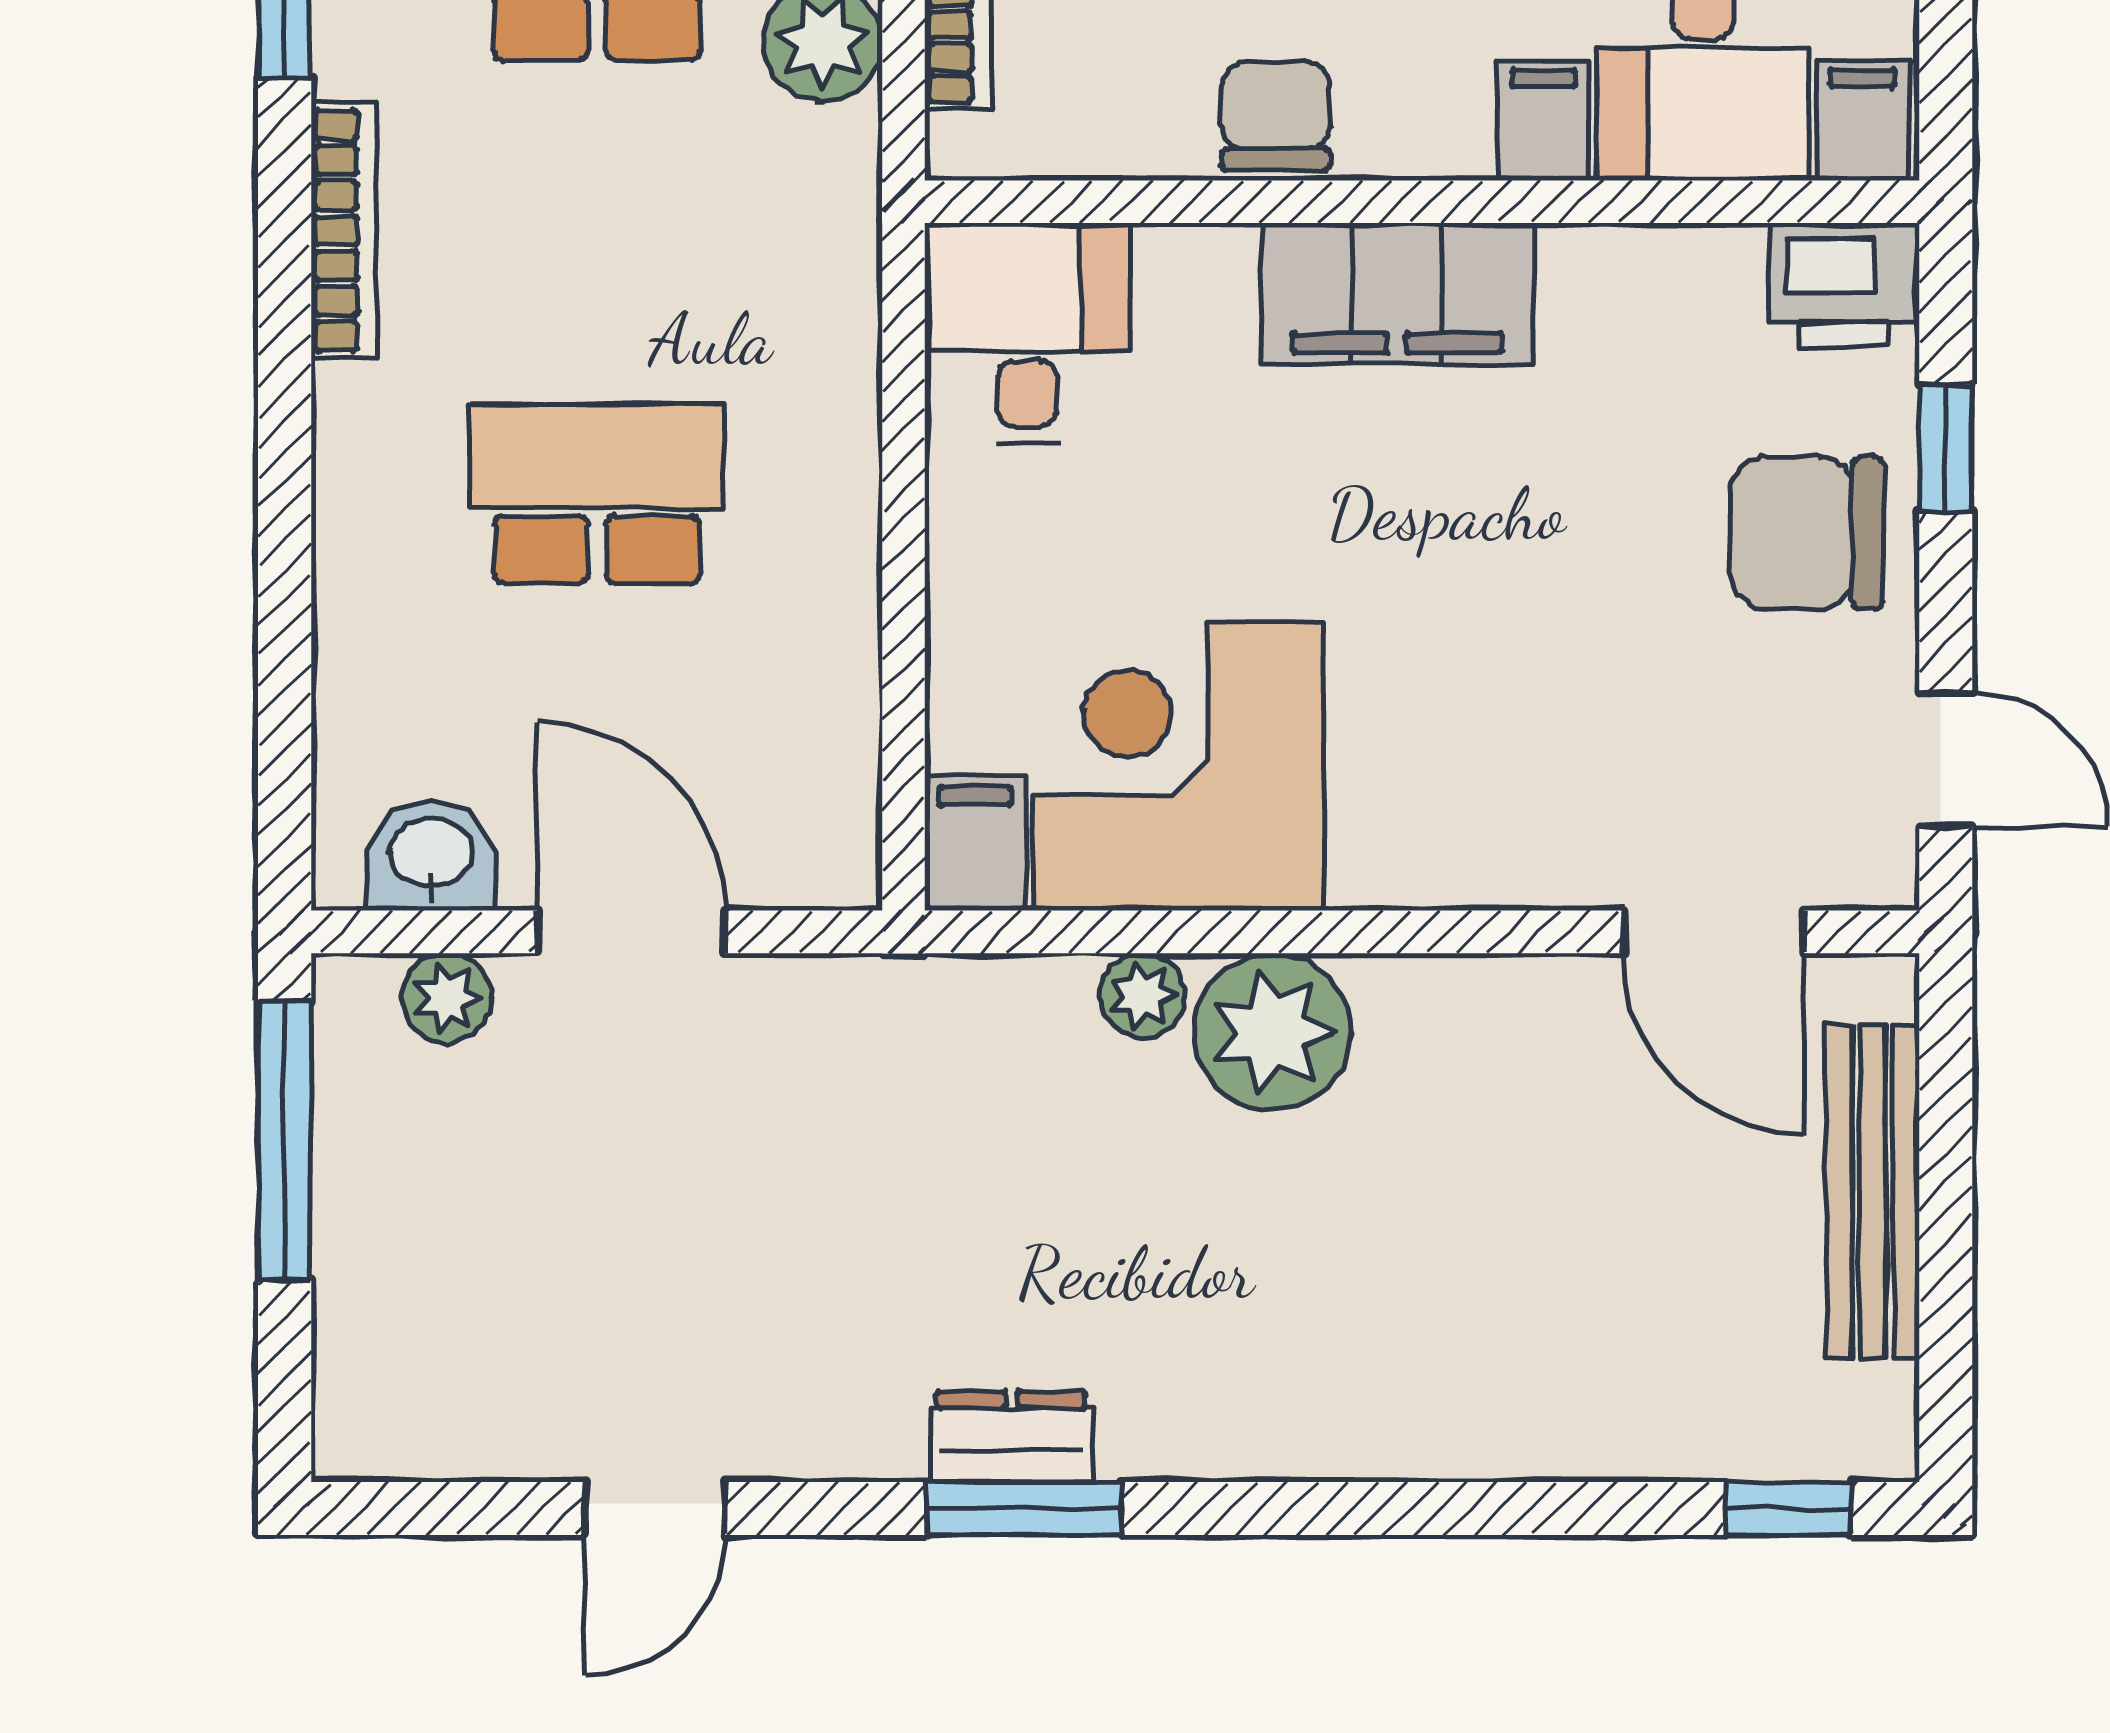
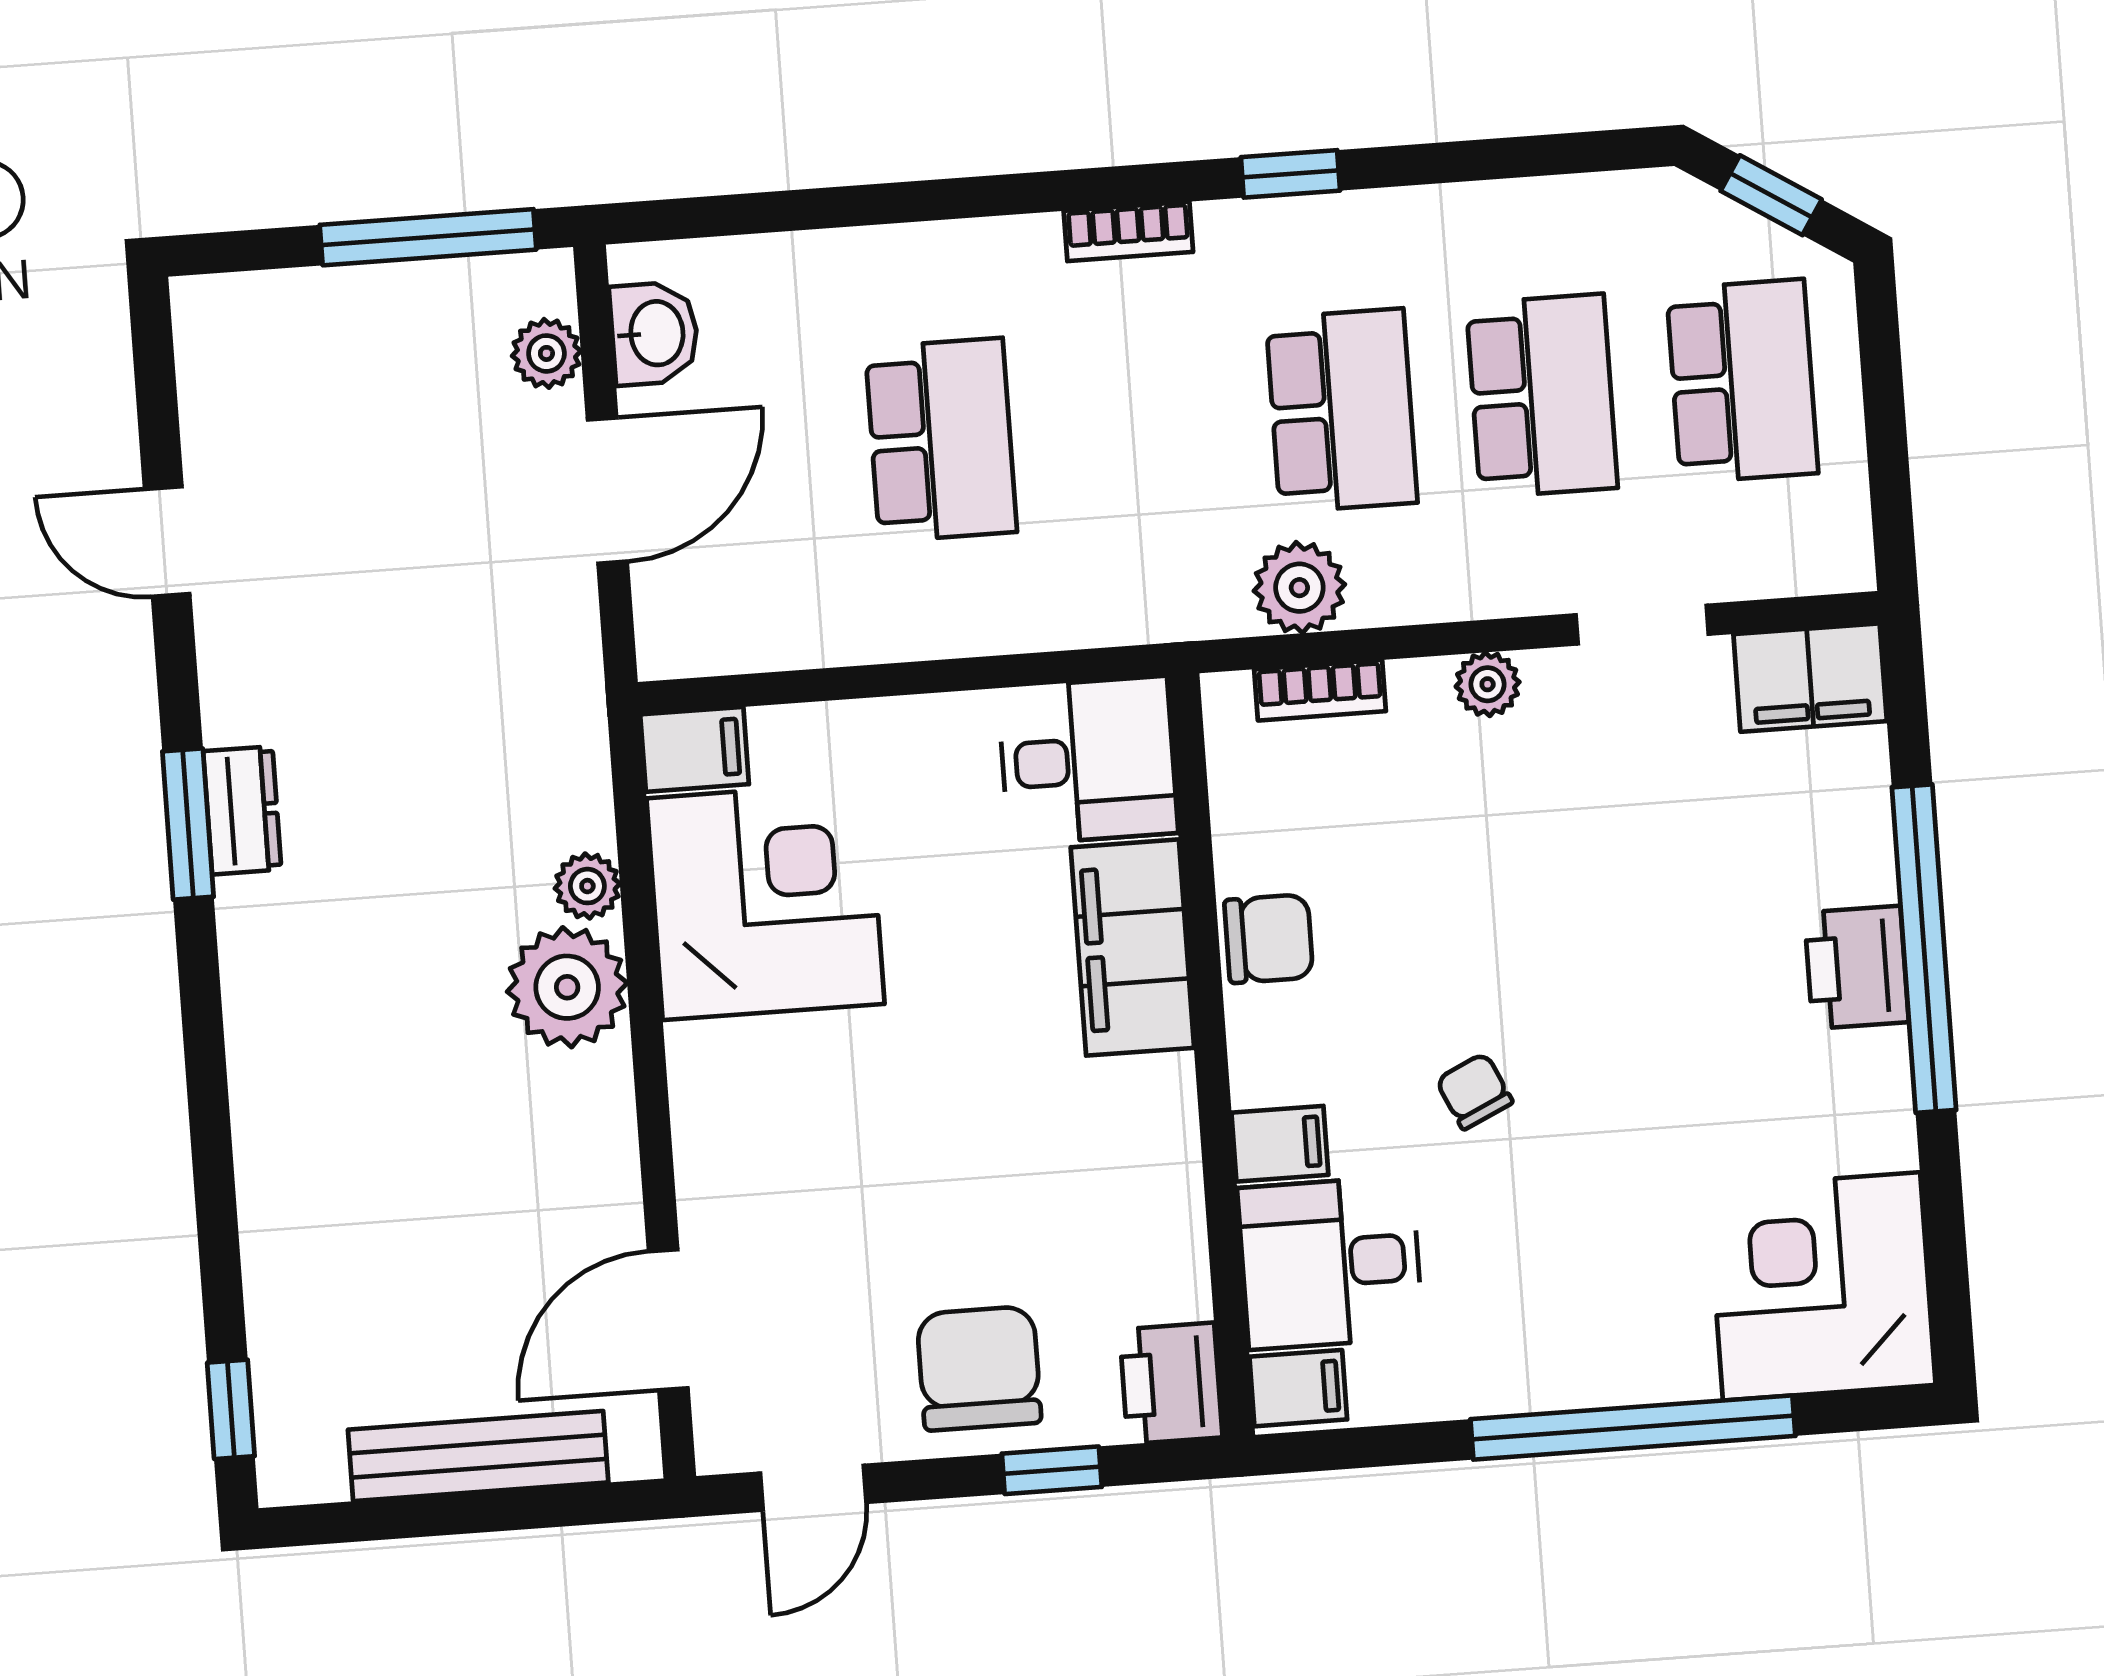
bookcase: (344, 230) -> (1128, 231), width x0.64
filing cabinet: (1397, 294) -> (1132, 948), moved

